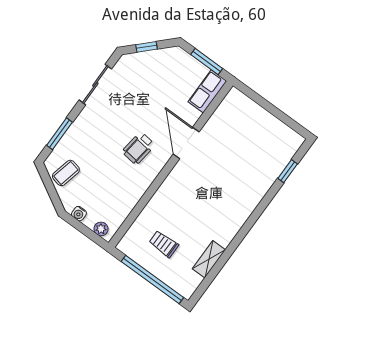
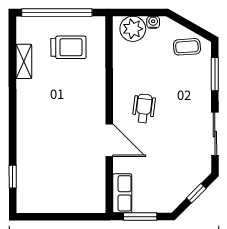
coffee table: (66, 173) -> (187, 47), turned 73
plant: (101, 229) -> (133, 29), width x1.87, depth x1.87
trolley: (164, 244) -> (68, 47), width x1.36, depth x1.39

